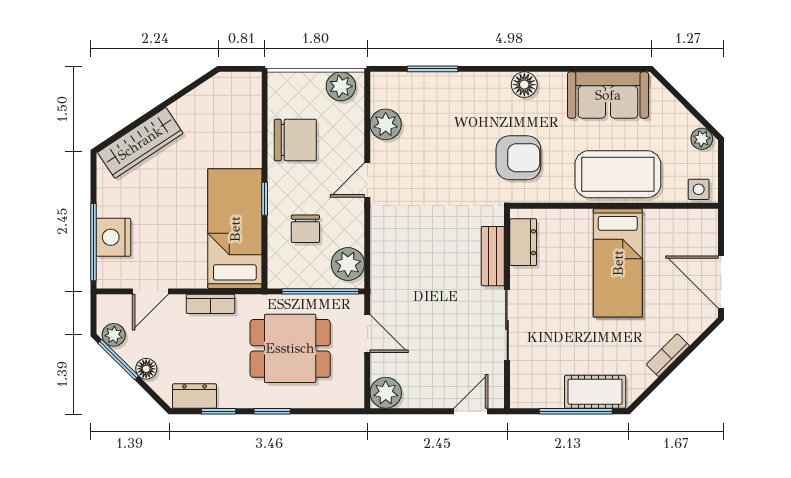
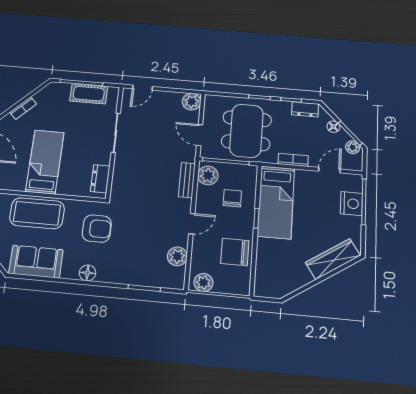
armchair: (518, 158) -> (97, 229), turned 180
bench: (493, 256) -> (187, 180), moved
dining table: (290, 348) -> (246, 131), width x1.38
cot: (595, 392) -> (89, 94), moved

